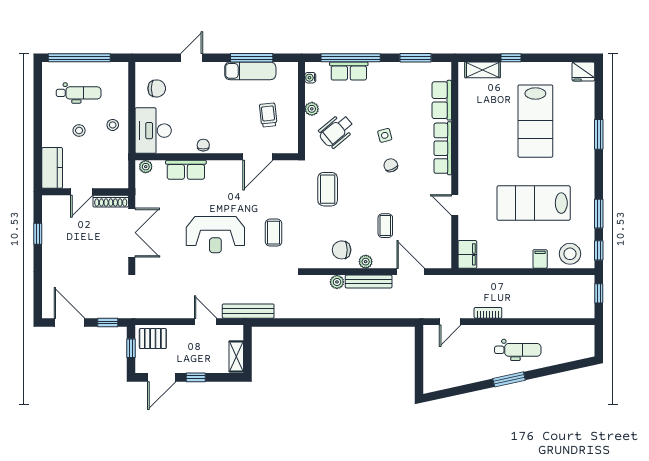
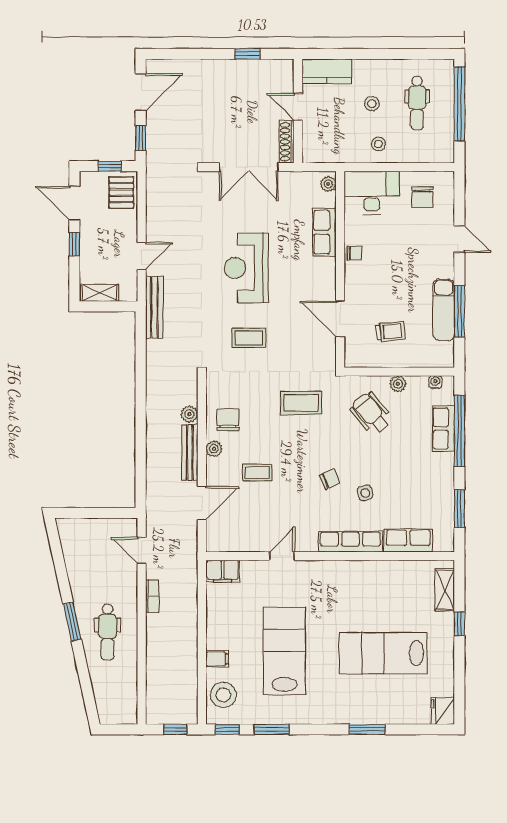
side table: (385, 135) -> (365, 493), moved

